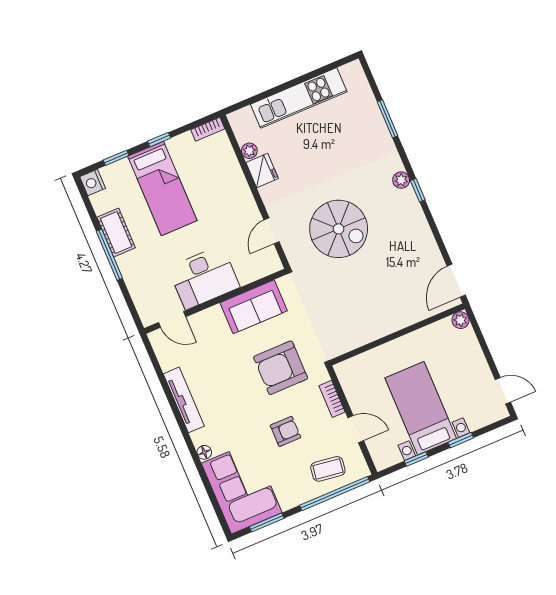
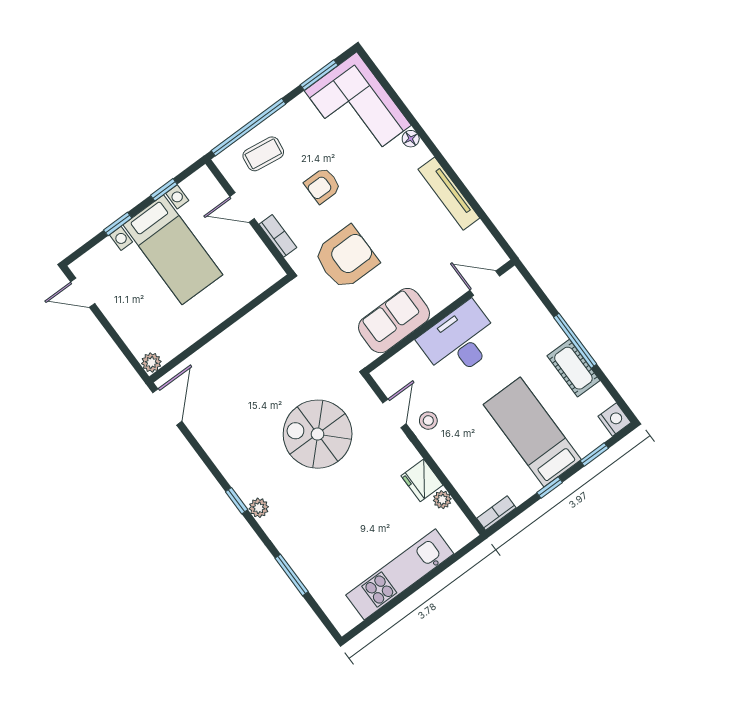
stool: (245, 218) -> (428, 421), added

